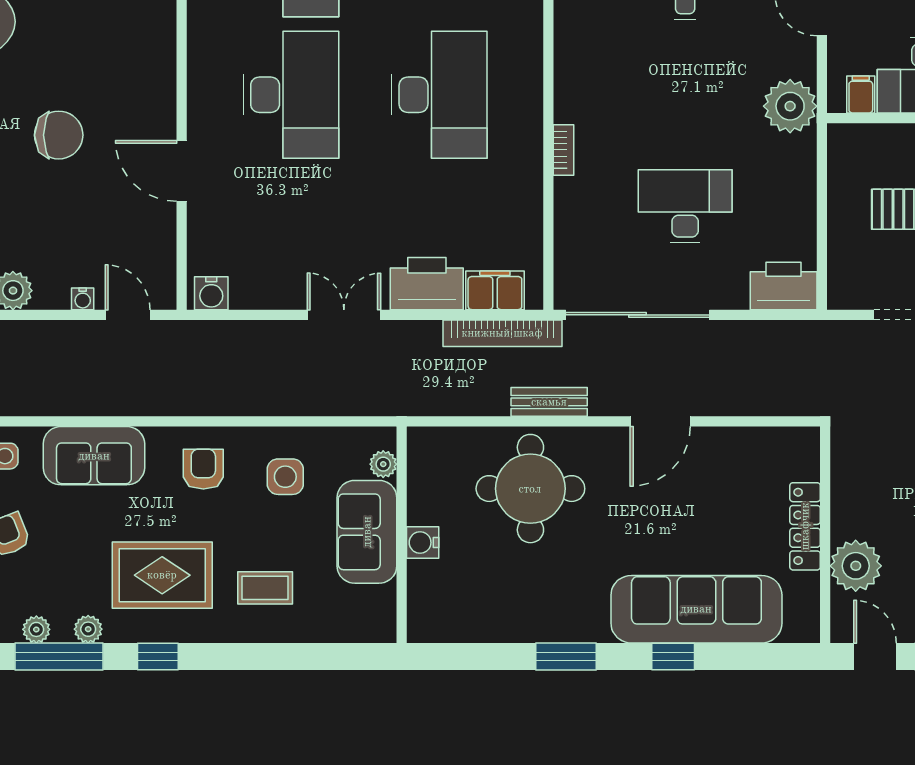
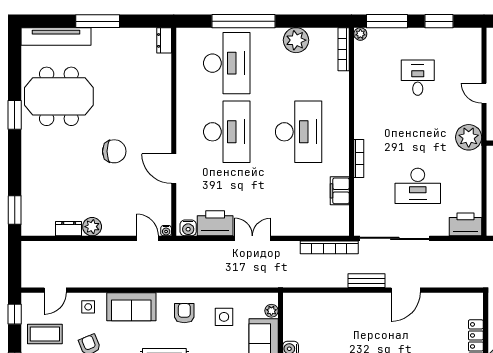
bookcase: (564, 150) -> (359, 159), width x1.56
desk: (685, 206) -> (418, 186), turned 180
printer: (427, 284) -> (215, 223), moved
filing cabinet: (495, 290) -> (340, 191), moved, turned -90
water cooler: (83, 299) -> (166, 231), moved
bench: (549, 402) -> (366, 281), moved
round table: (530, 489) -> (343, 323), removed

